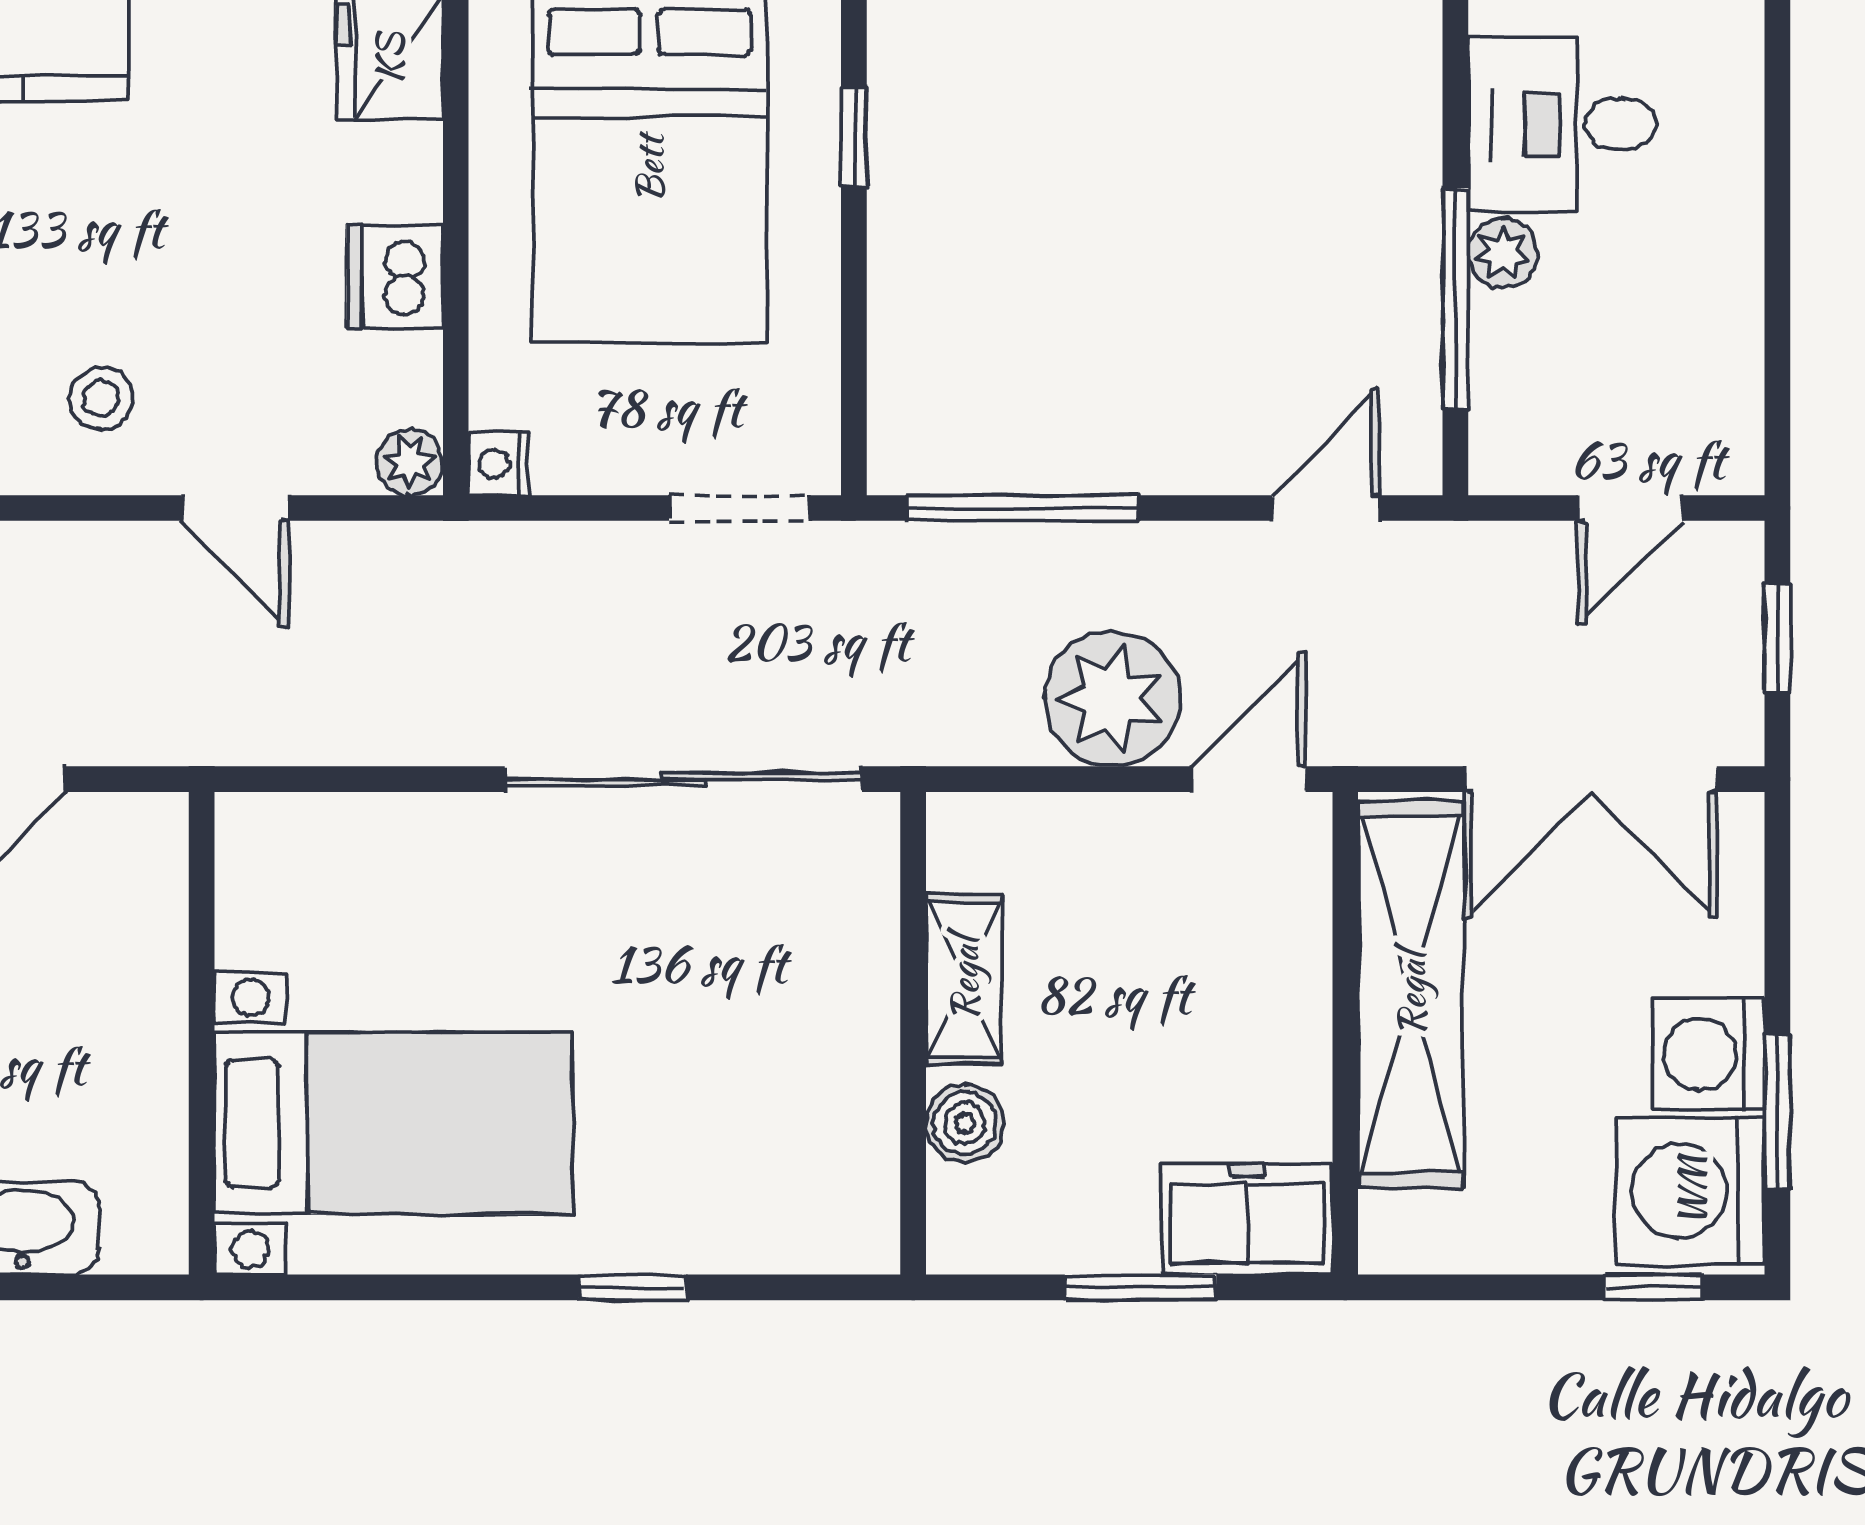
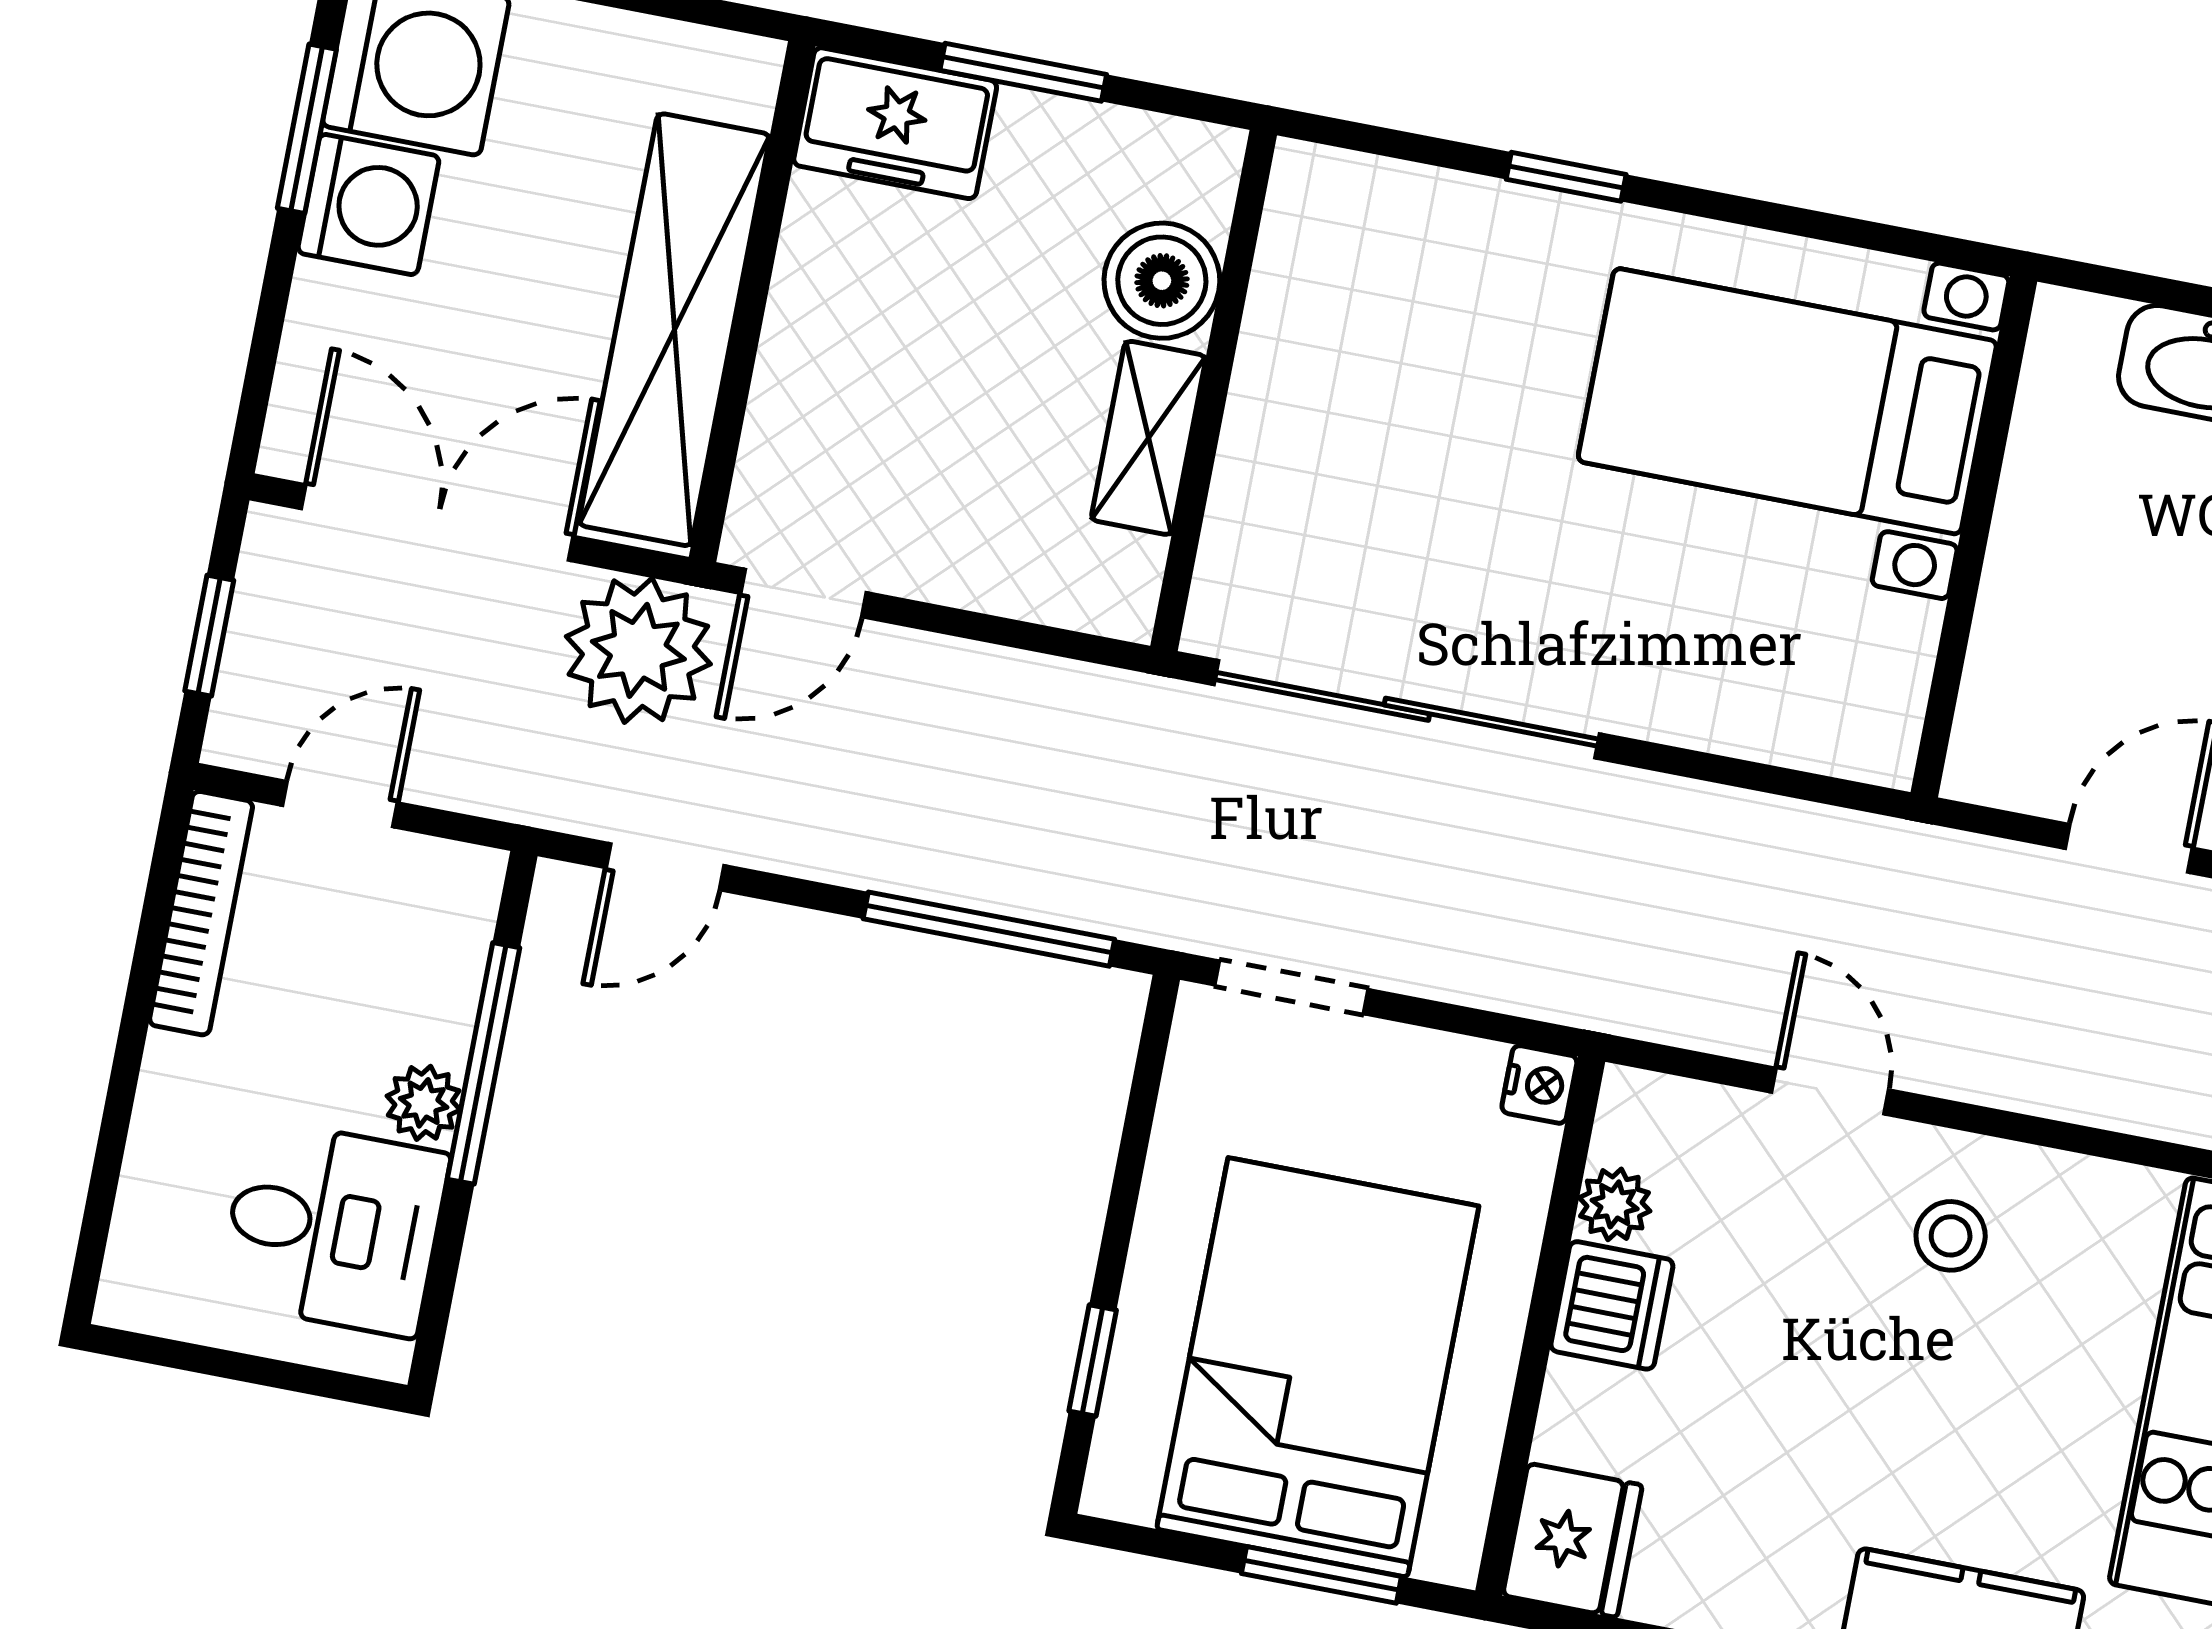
bookcase: (1736, 385) -> (201, 913), added
plant: (410, 462) -> (1615, 1204), moved
plant: (1112, 699) -> (638, 650), moved
boiler: (965, 1123) -> (1162, 281), width x1.36, depth x1.36

